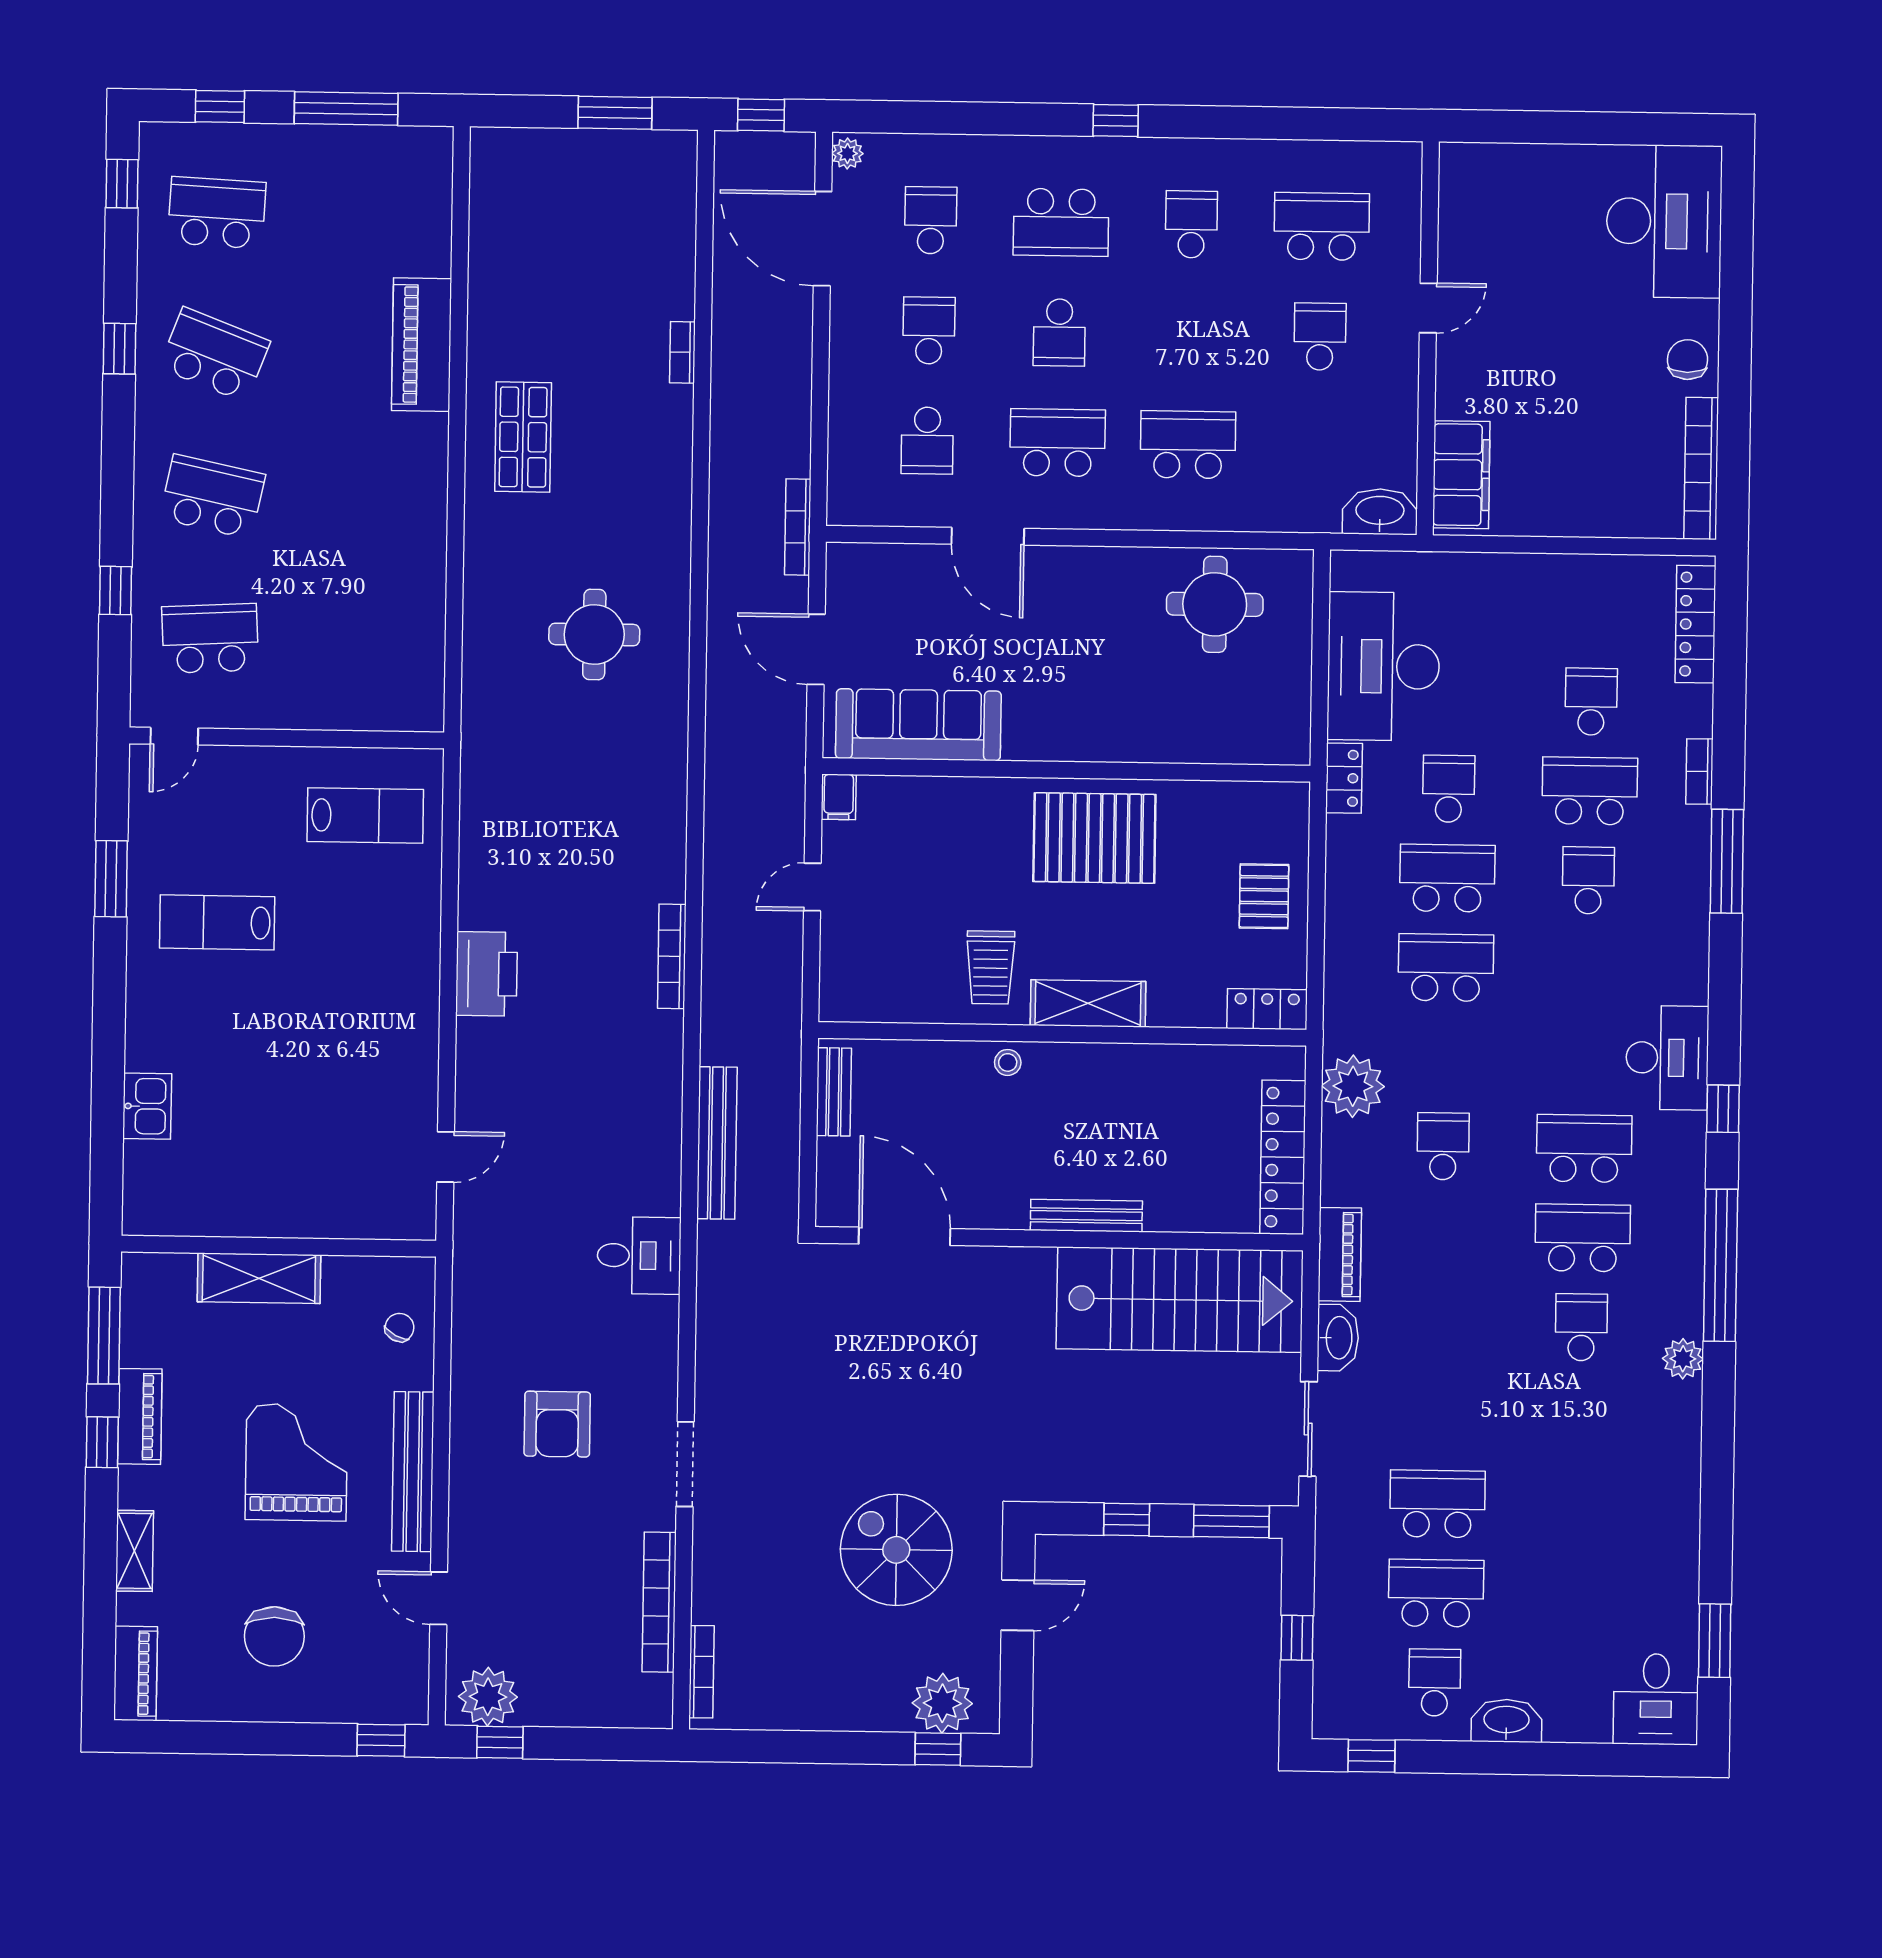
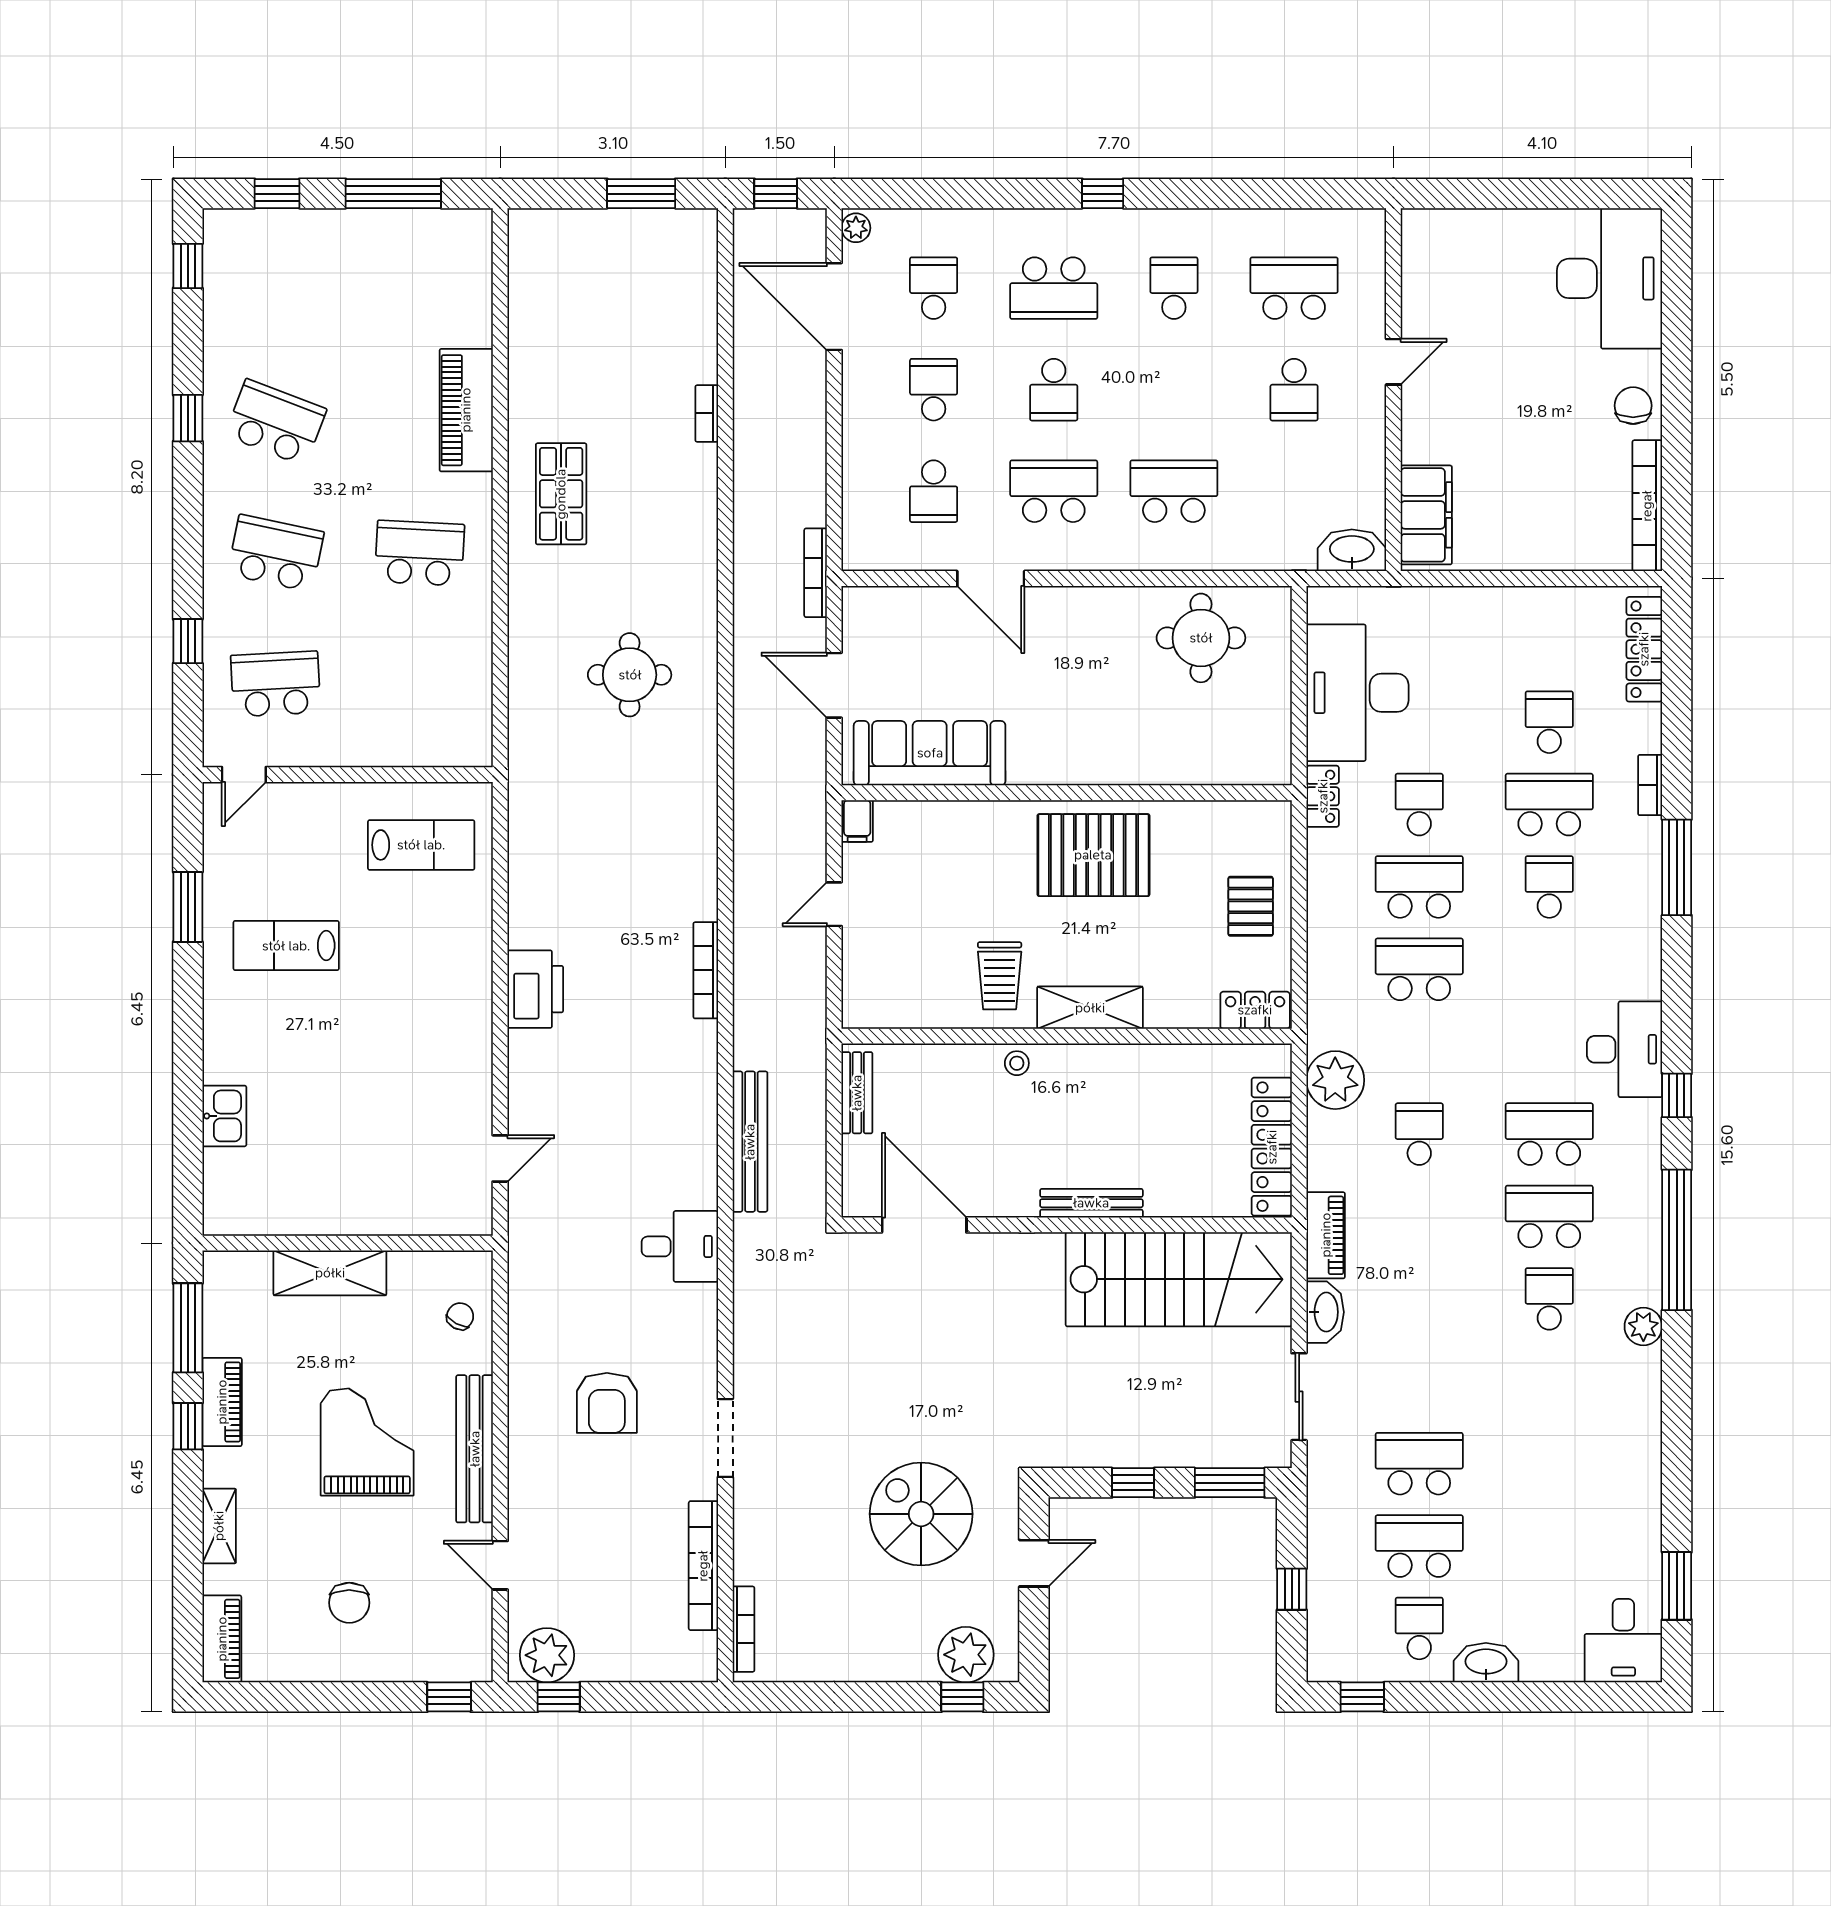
school desk: (217, 213) -> (420, 553), moved
school desk: (1320, 337) -> (1294, 390), turned 180
chair: (274, 1636) -> (349, 1603), width x0.73, depth x0.73

